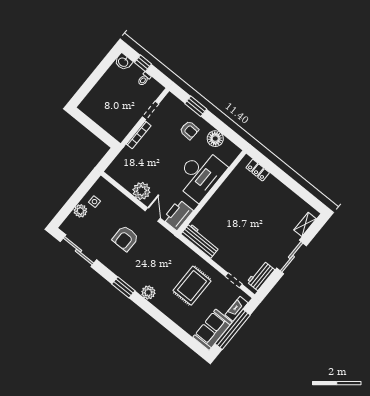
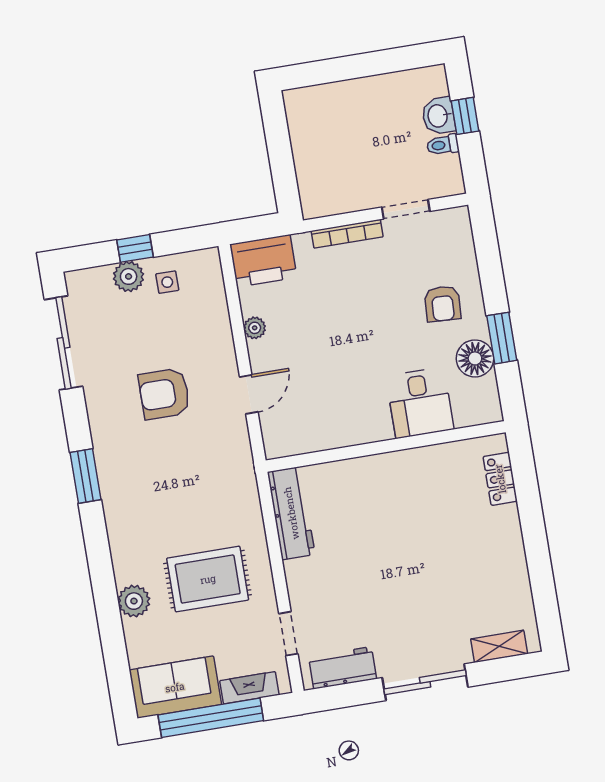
washbasin: (123, 62) -> (438, 116), moved
window: (196, 106) -> (502, 338), moved
desk: (200, 175) -> (420, 403), width x0.53, depth x0.77
plant: (141, 191) -> (255, 328), width x0.53, depth x0.53
window: (75, 200) -> (135, 248), added
printer: (178, 215) -> (263, 261), moved, turned 180
plant: (148, 292) -> (134, 601), moved

